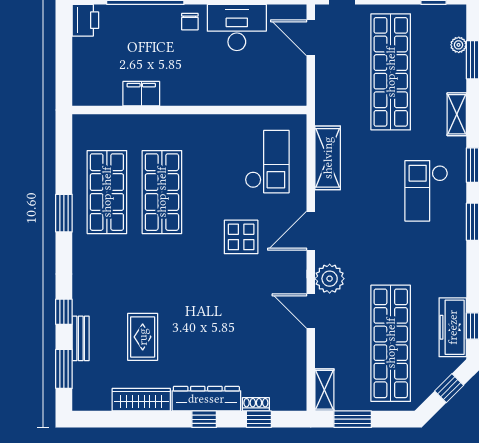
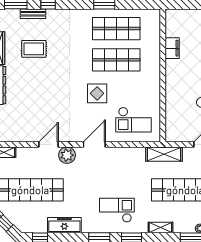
shelving: (328, 158) -> (164, 154), moved
door: (311, 231) -> (94, 145), hinge flipped
display table: (241, 237) -> (97, 93), moved
freezer: (453, 327) -> (64, 225), moved

